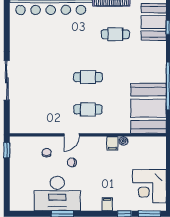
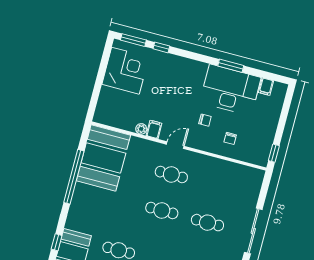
cafe table: (47, 77) -> (207, 223), added
door: (72, 135) -> (175, 145), moved
filing cabinet: (107, 204) -> (266, 87), moved

